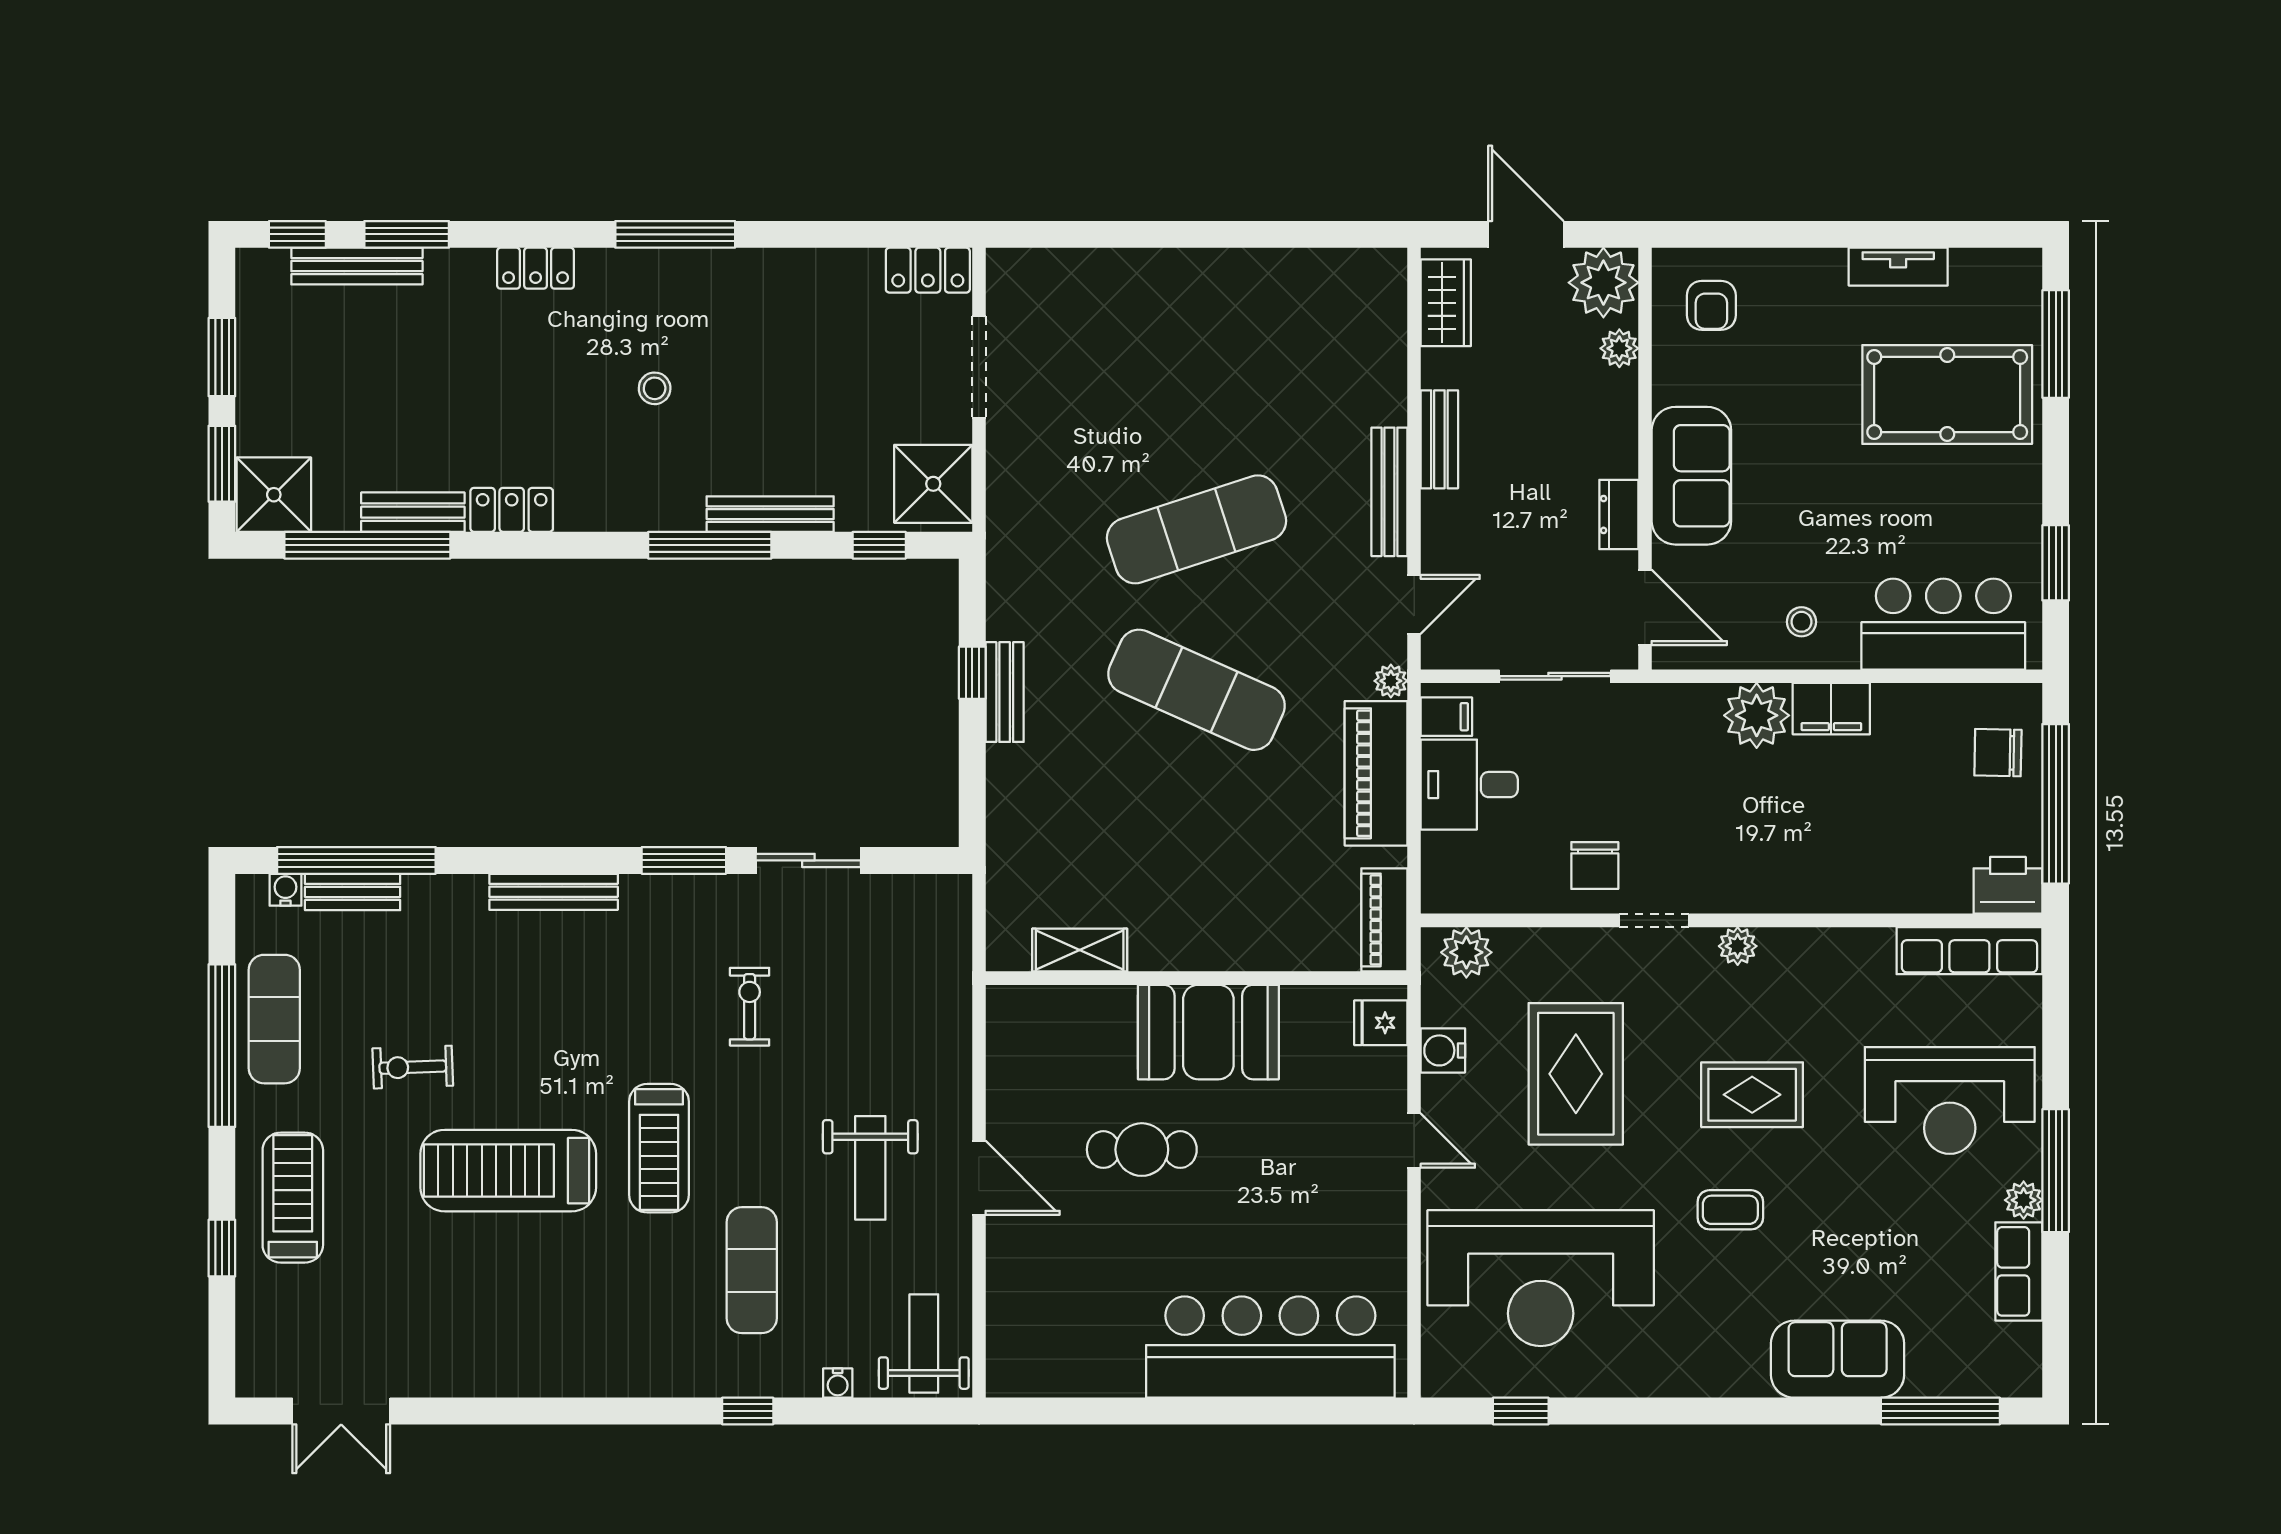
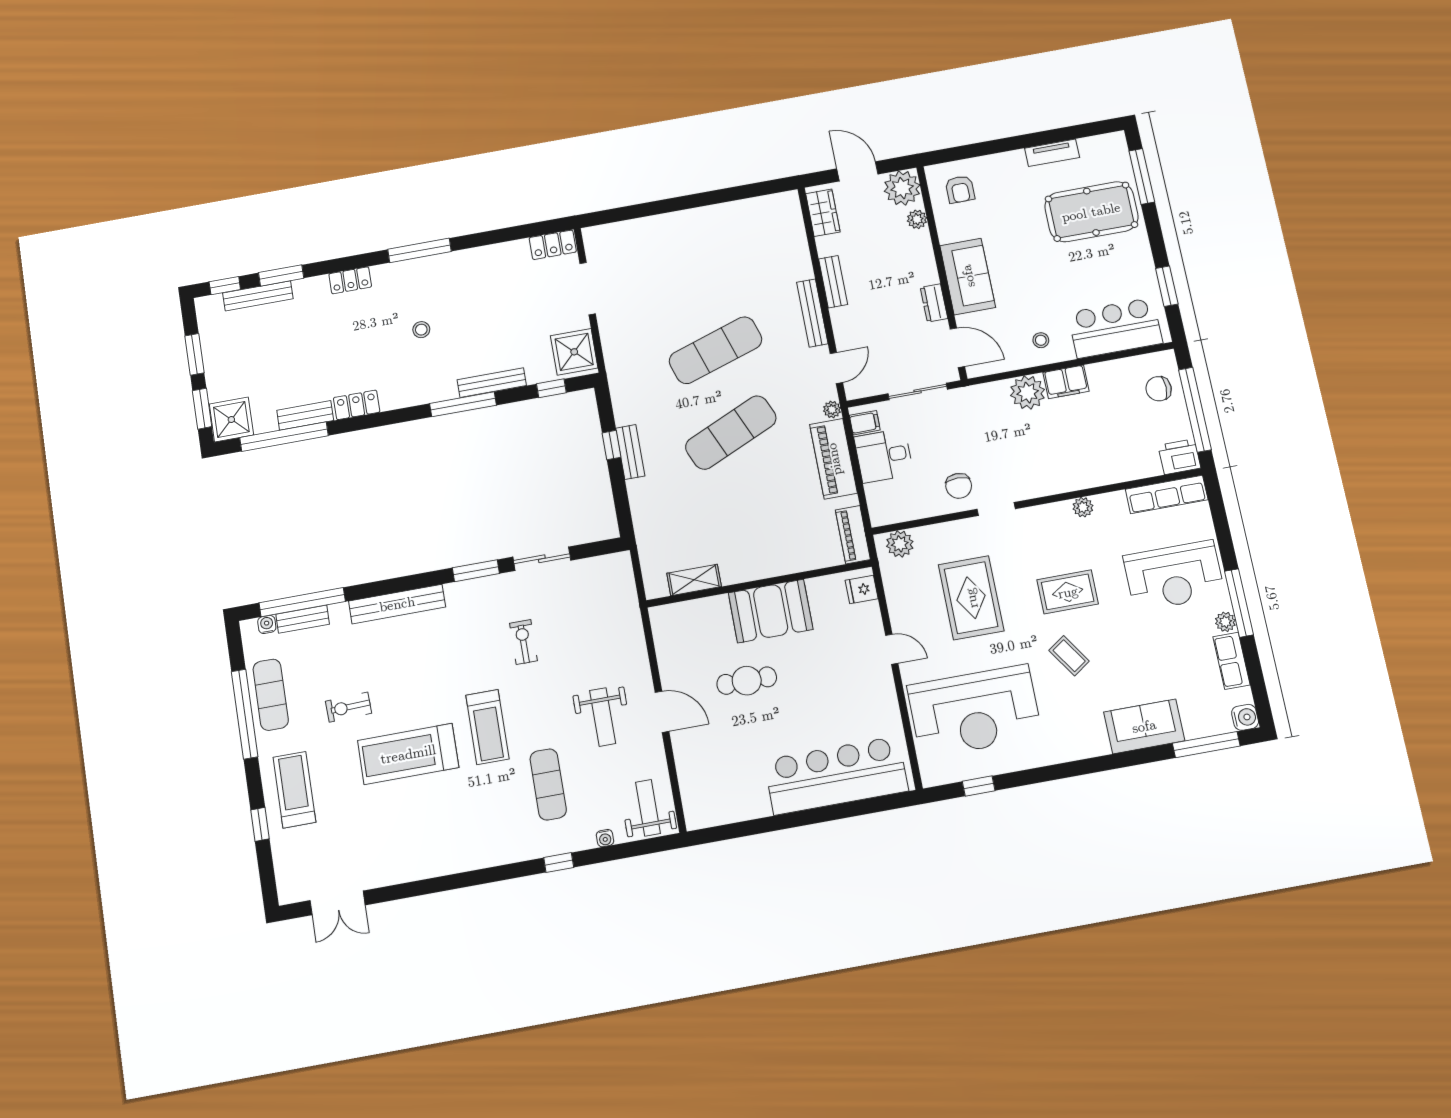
exercise mat: (1196, 690) -> (731, 433), turned -48
bench: (554, 892) -> (397, 604), width x1.37, depth x1.21
plant: (1738, 946) -> (1083, 507), moved
water cooler: (1443, 1050) -> (1245, 717), moved, turned 180
coffee table: (1730, 1210) -> (1069, 656), turned 56

